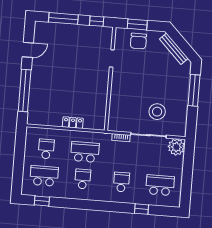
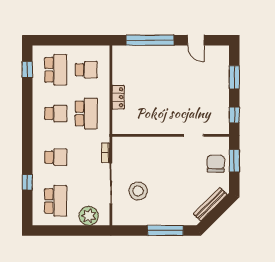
window: (63, 18) -> (234, 77), width x0.69
chair: (138, 41) -> (216, 164), turned 90
plant: (176, 147) -> (89, 216), moved

